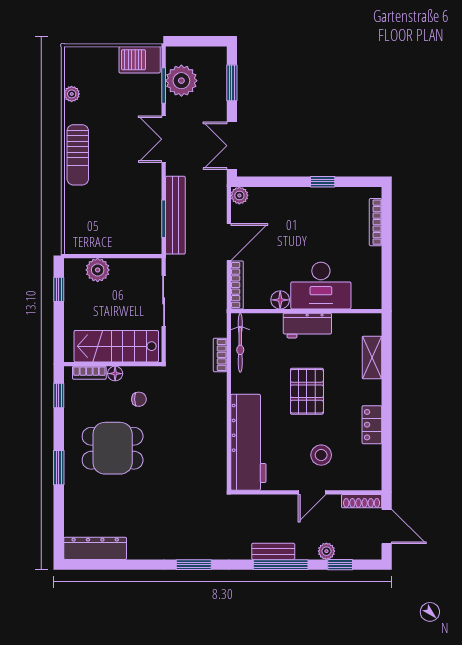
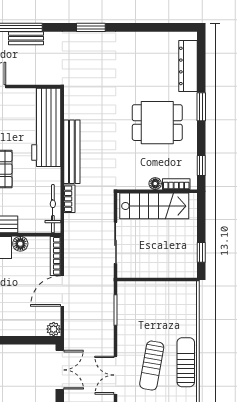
double door: (164, 139) -> (116, 375), swing flipped
sun lounger: (119, 151) -> (152, 366), added
bench: (175, 215) -> (72, 152), moved
plant: (98, 270) -> (169, 268), removed
chair: (139, 399) -> (136, 163), removed
dresser: (95, 548) -> (188, 66), moved, turned 90

